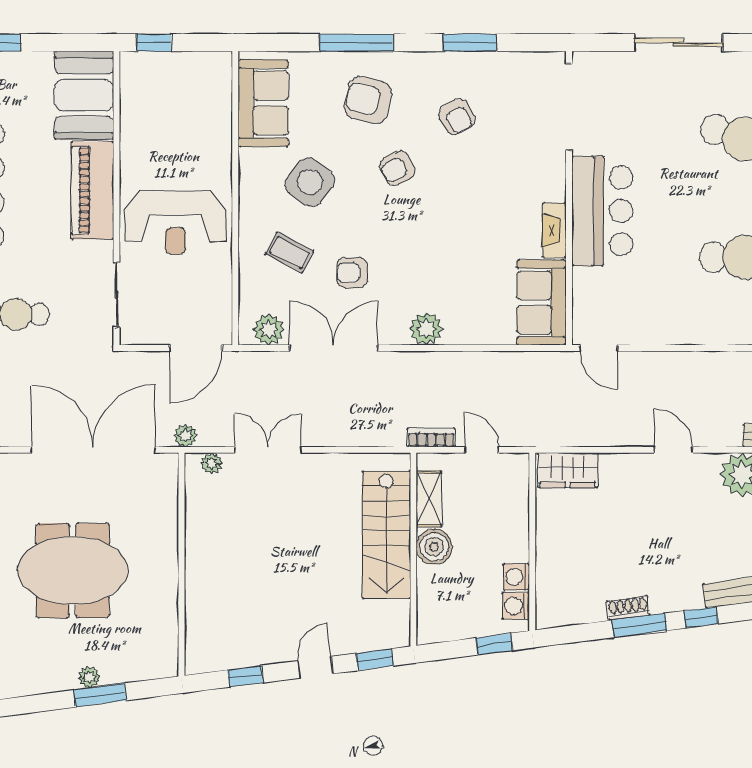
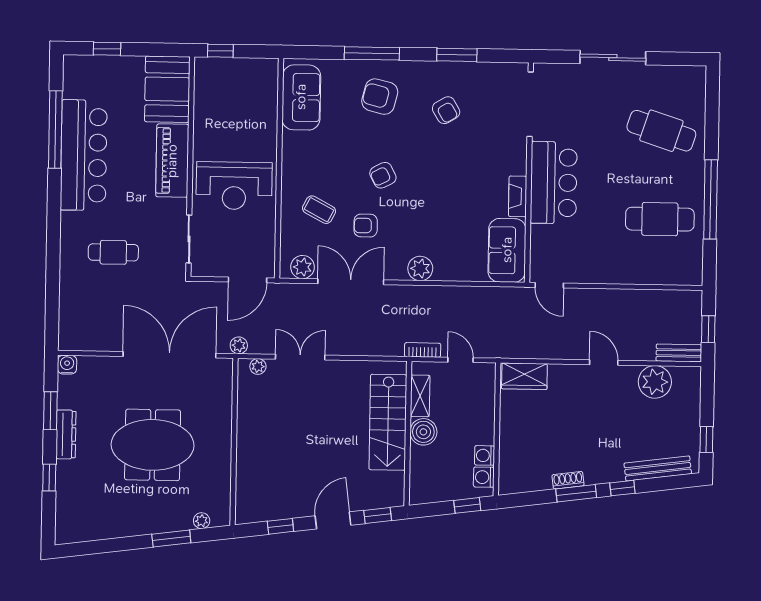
armchair: (397, 168) -> (383, 175), moved
side table: (310, 182) -> (335, 157), removed
door: (315, 667) -> (333, 520), width x1.38
plant: (89, 677) -> (202, 521), moved

